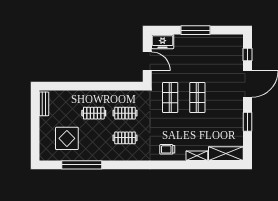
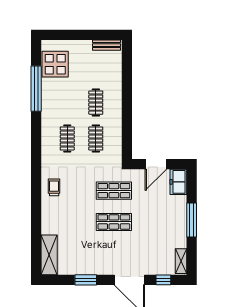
display table: (67, 138) -> (55, 64), moved
shelving: (197, 156) -> (181, 261), moved

